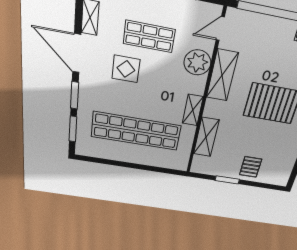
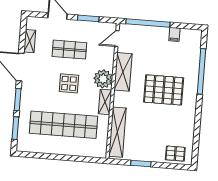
plant: (197, 62) -> (103, 79), moved
display table: (126, 69) -> (69, 83), moved
shelving: (206, 137) -> (117, 132), width x1.47
pallet: (251, 167) -> (175, 154), moved, turned 90

